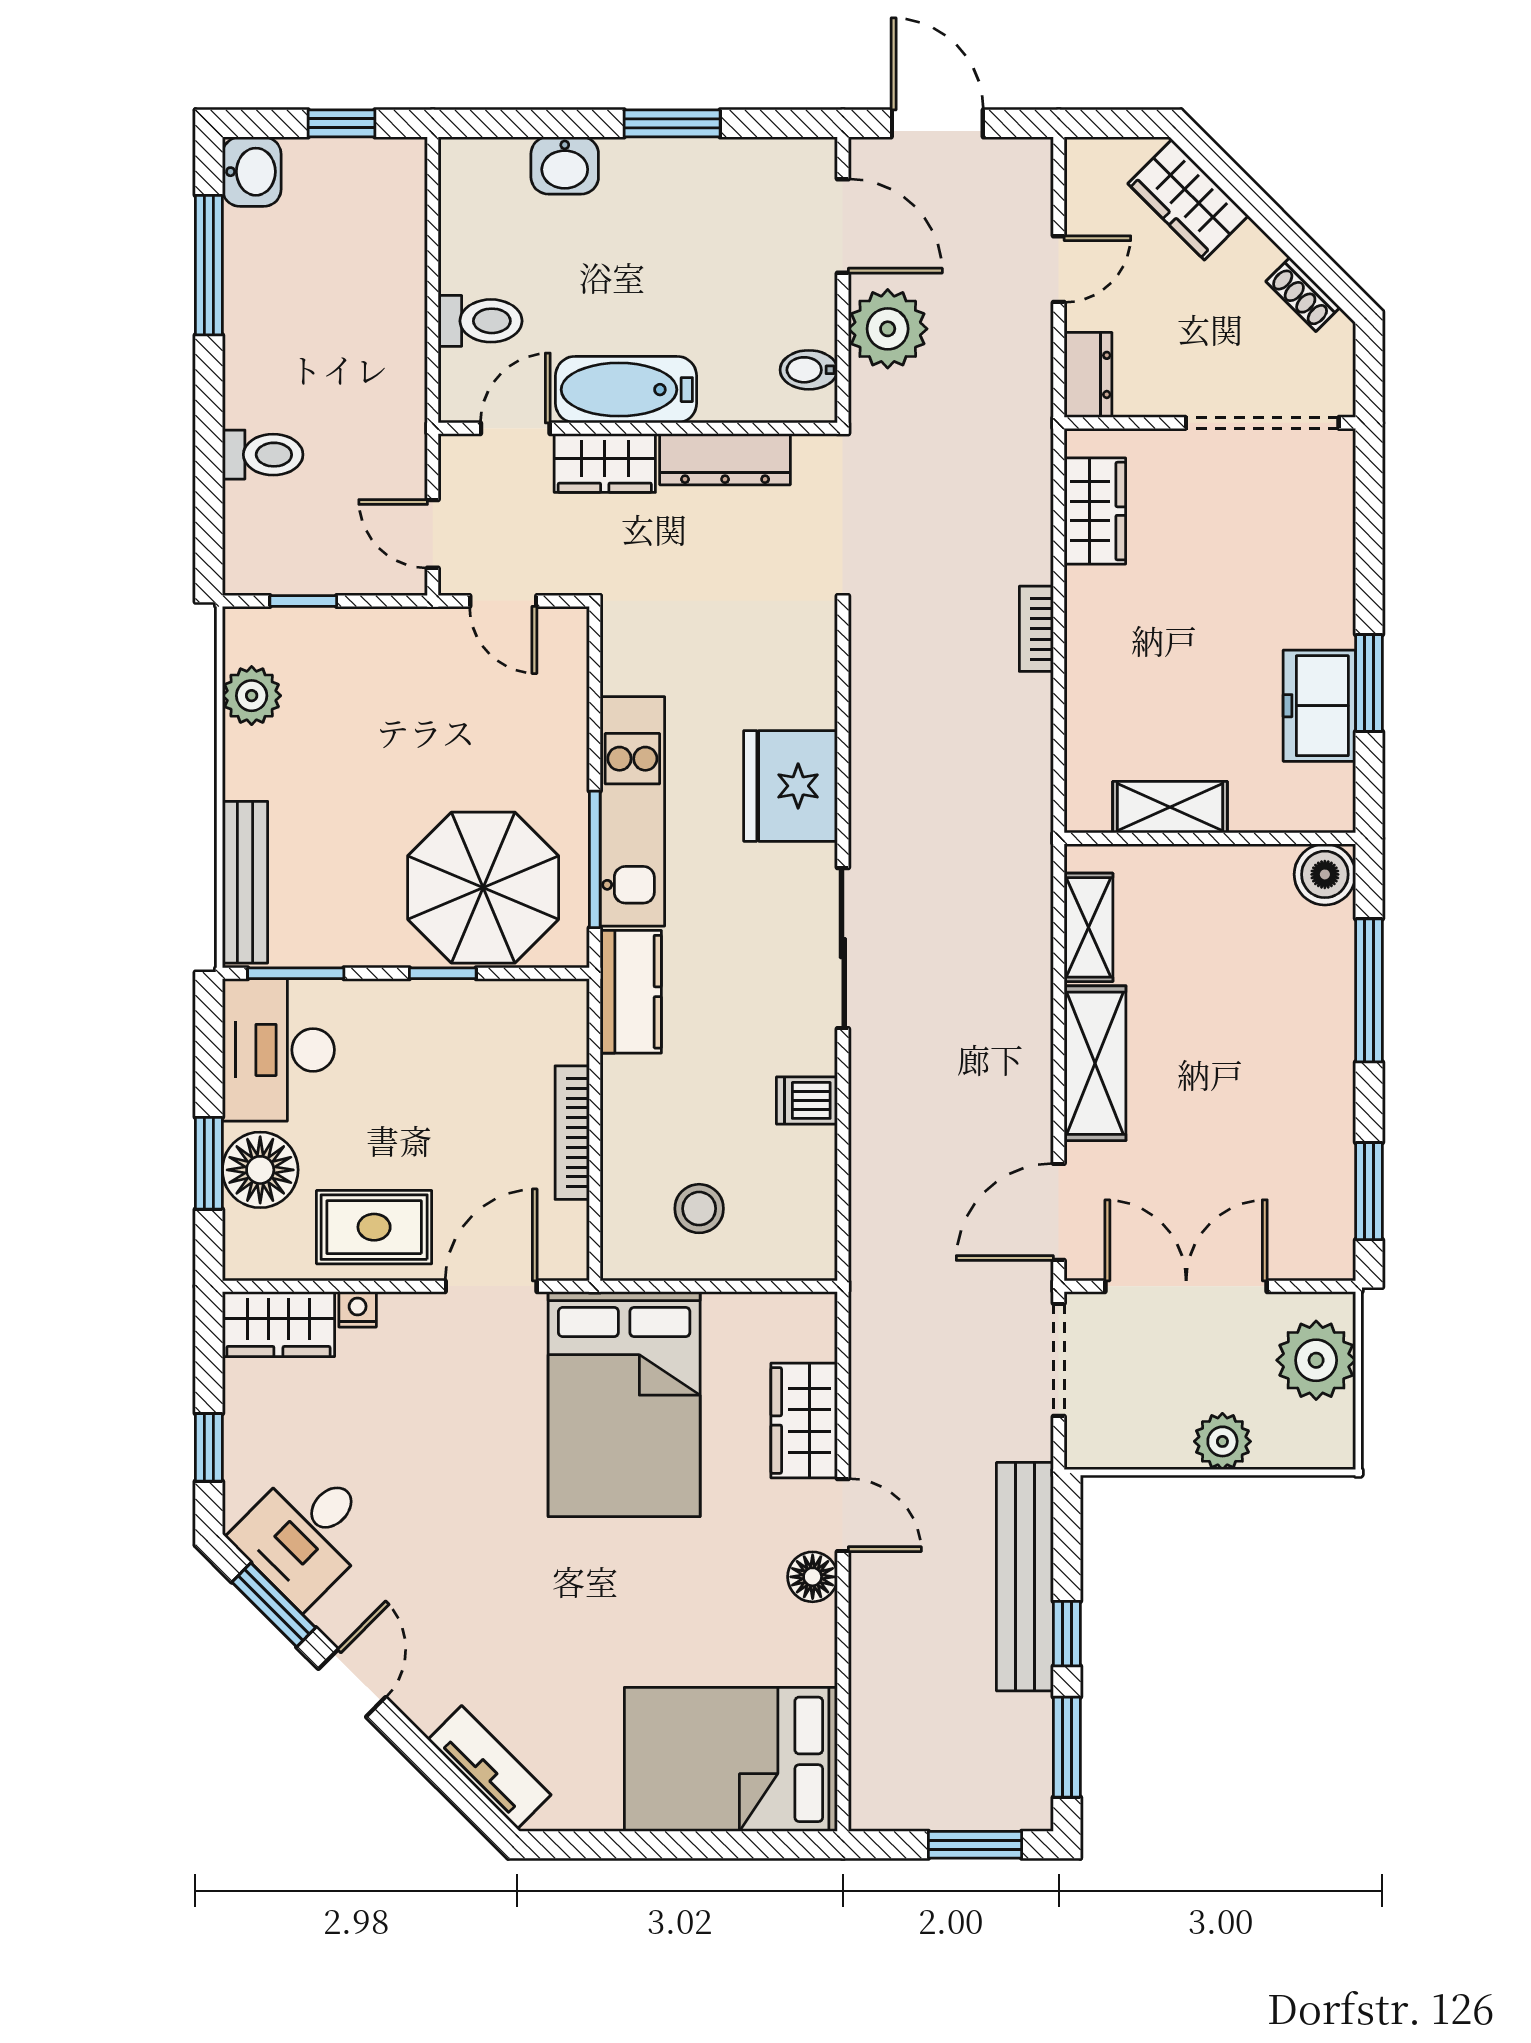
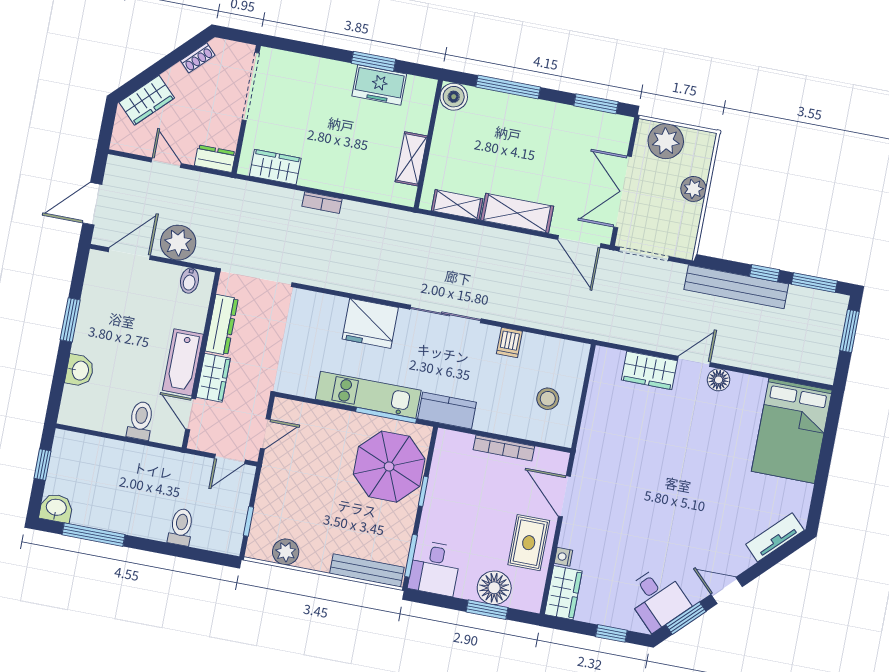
desk: (278, 1050) -> (435, 568), width x0.73
bed: (624, 1404) -> (627, 448), removed

